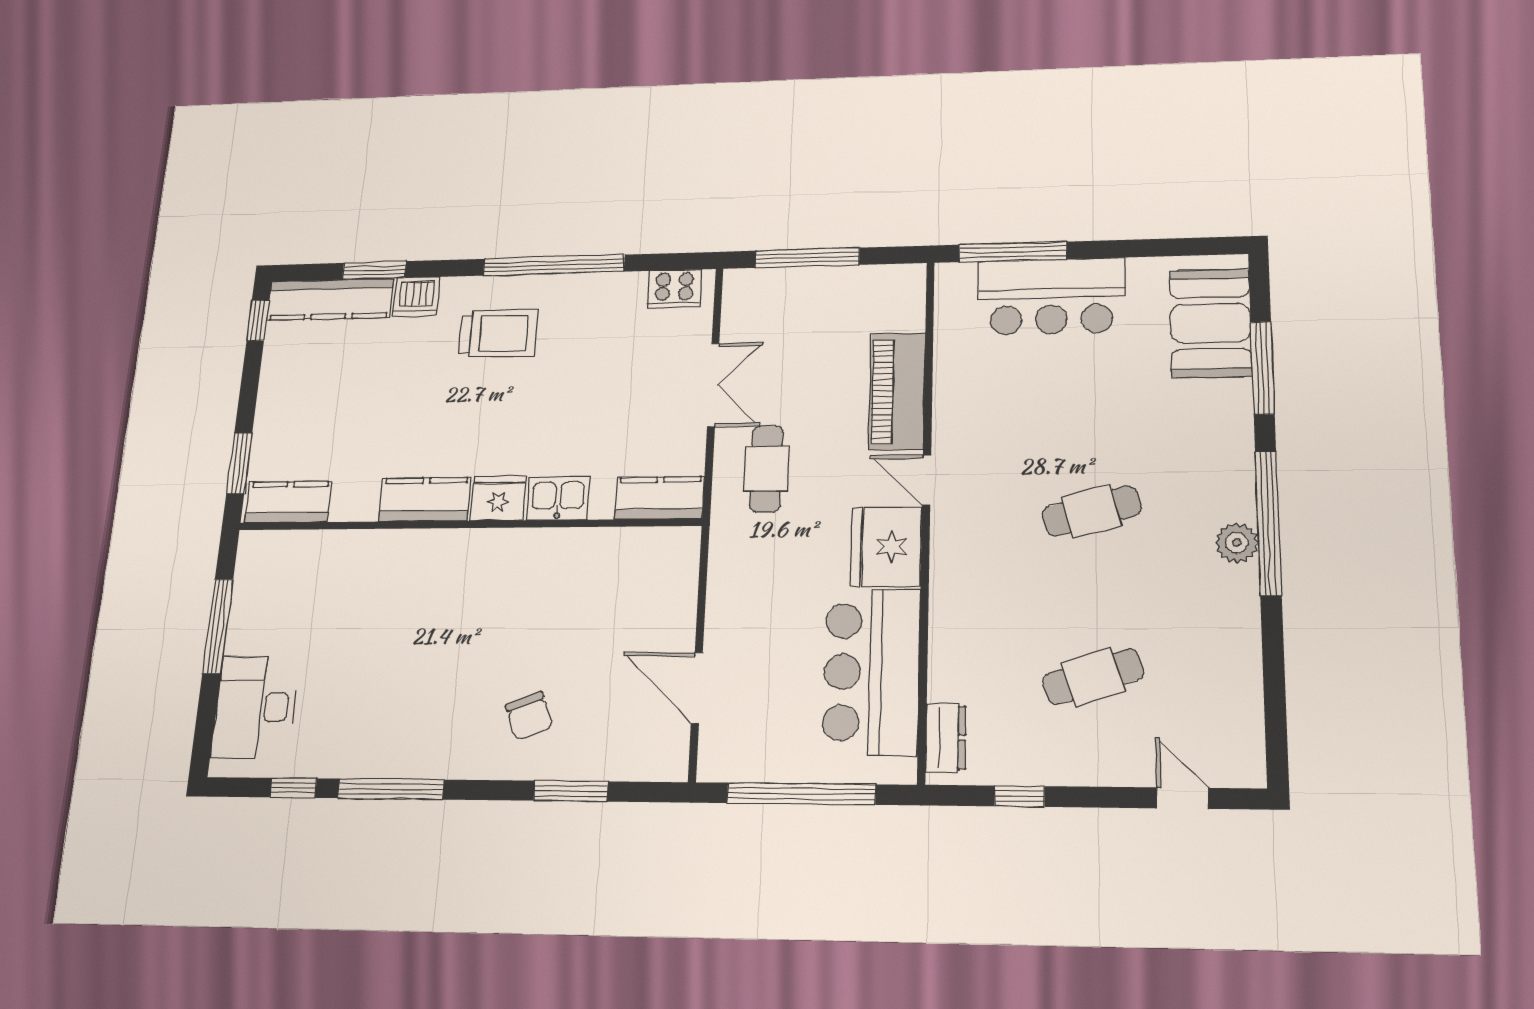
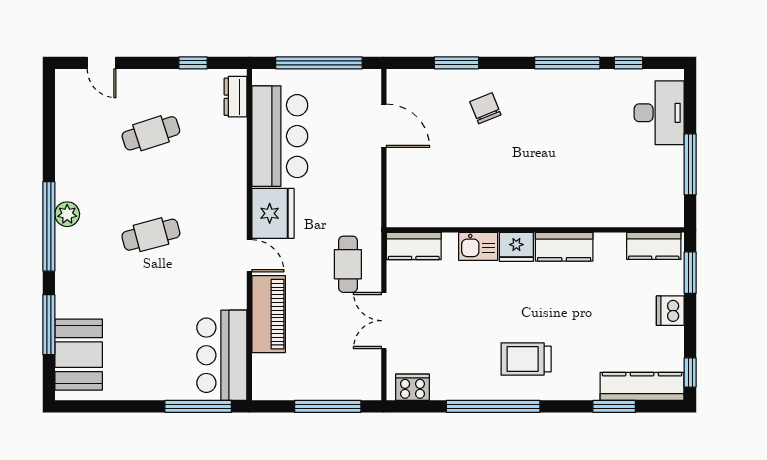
bar counter: (1051, 296) -> (222, 355), moved, turned -90
dishwasher: (416, 297) -> (670, 311), moved, turned -90

